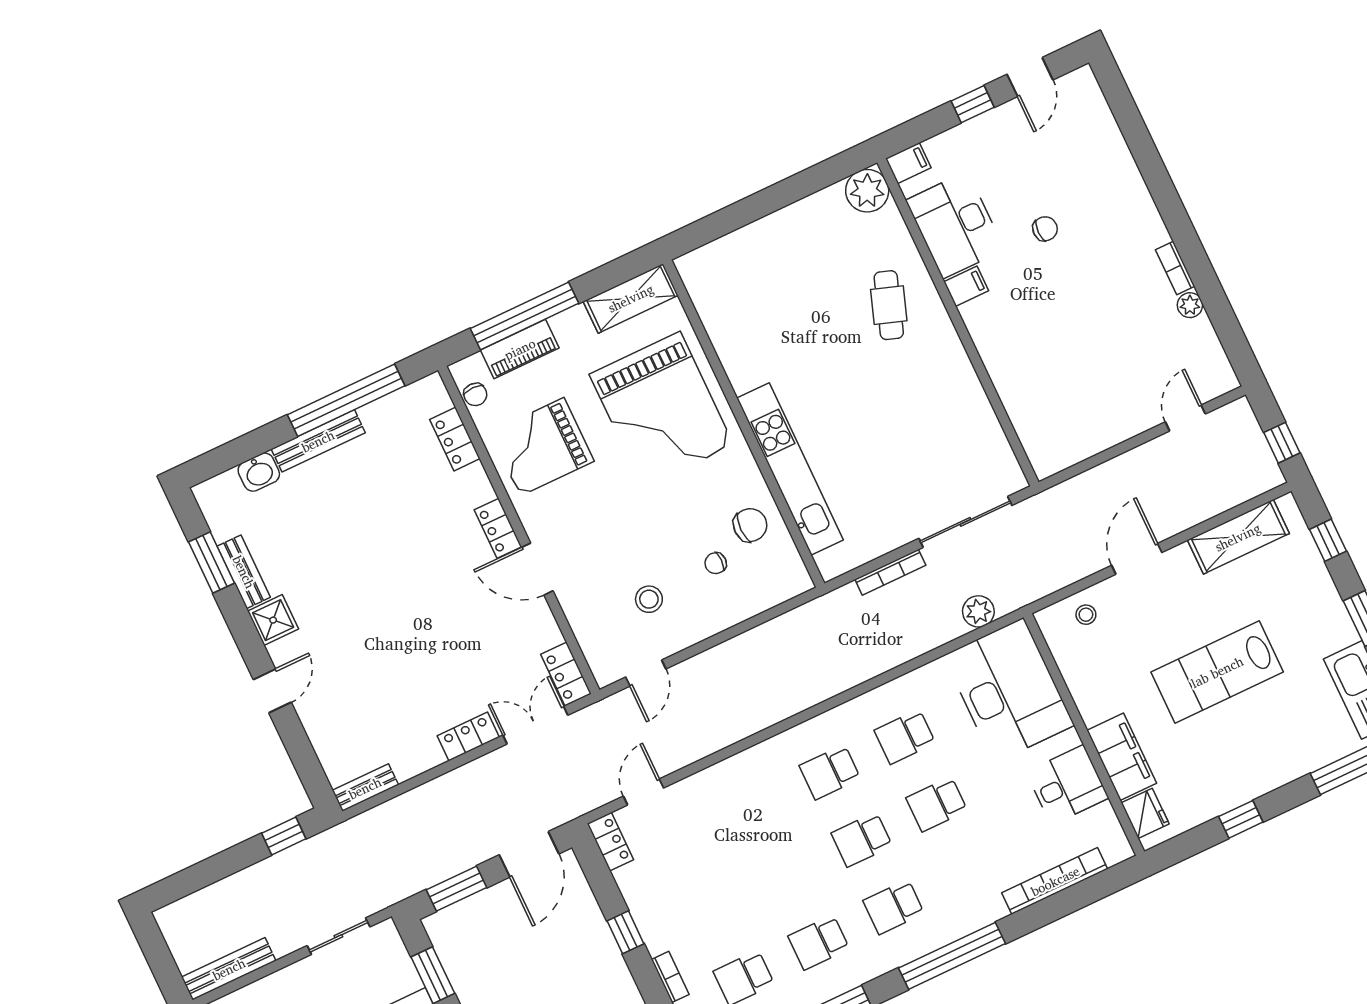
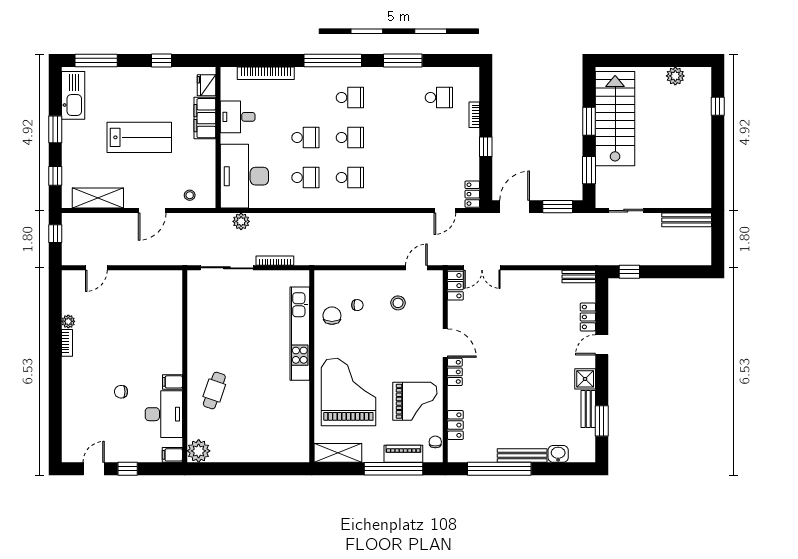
chair: (750, 525) -> (332, 316), turned 90
locker: (468, 736) -> (588, 317), moved, turned 90
school desk: (819, 942) -> (394, 98), removed

